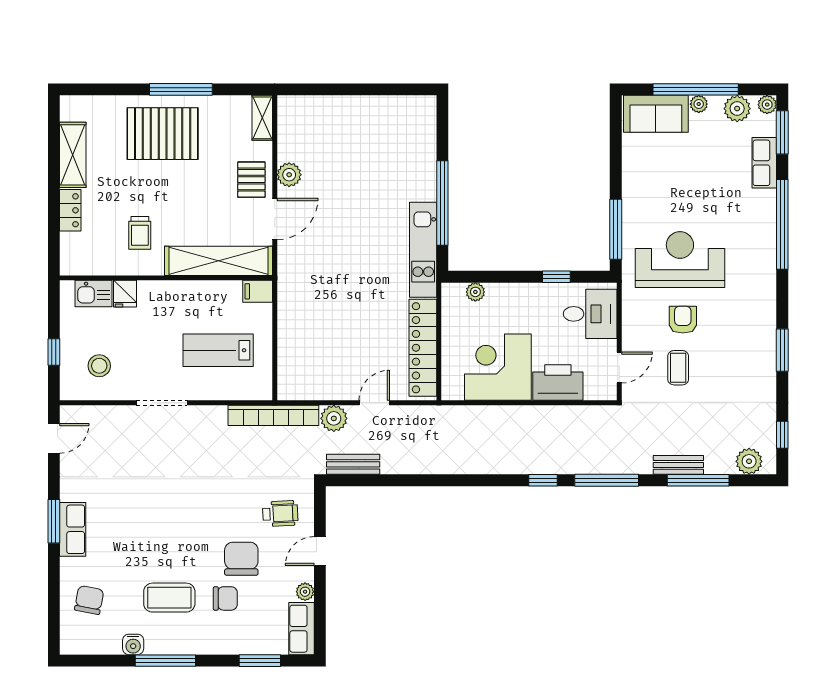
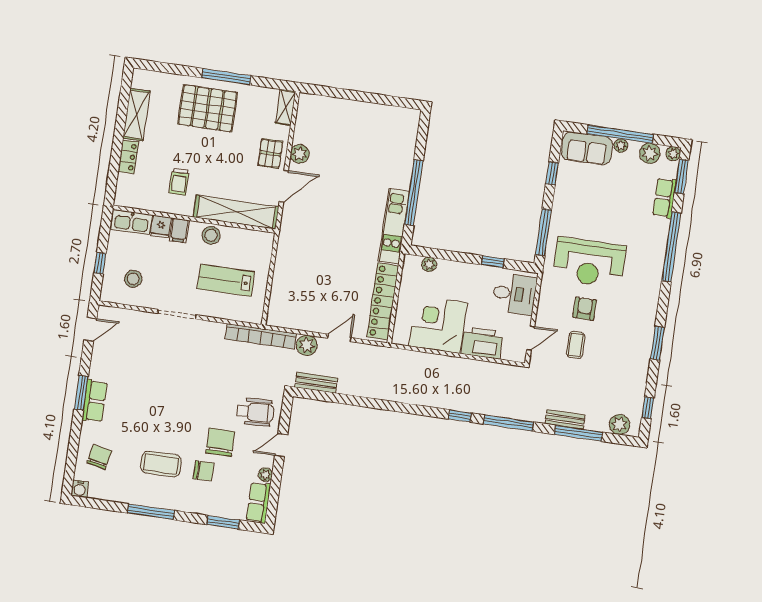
window: (616, 152) -> (552, 173), added
reception desk: (680, 260) -> (589, 262), turned 180
filing cabinet: (258, 291) -> (179, 230), moved, turned -90
kitchen sink: (93, 294) -> (132, 222), width x1.38
stool: (191, 295) -> (211, 235), added
wheelchair: (280, 514) -> (255, 412), width x1.36, depth x1.37
water cooler: (133, 644) -> (80, 489), moved

